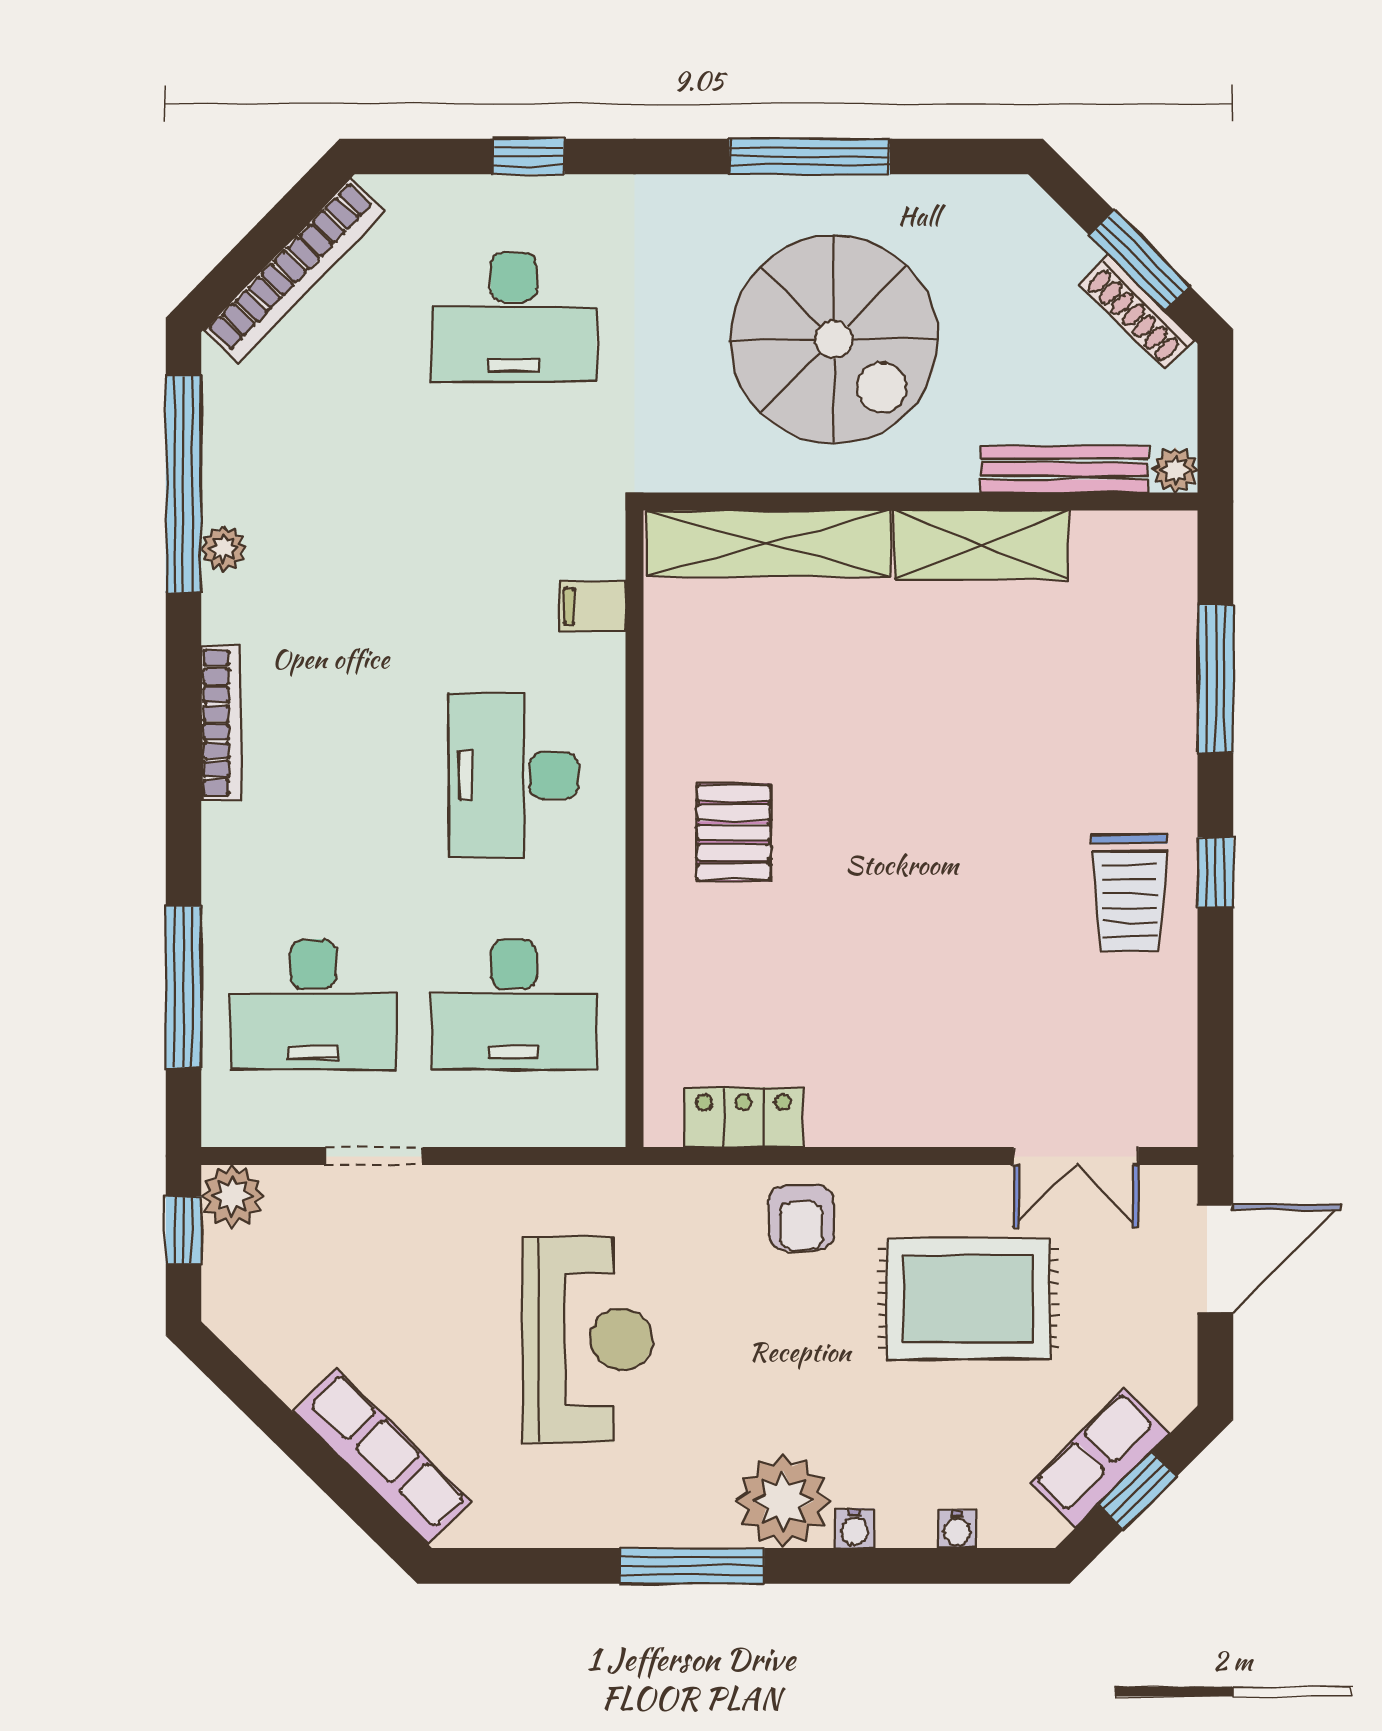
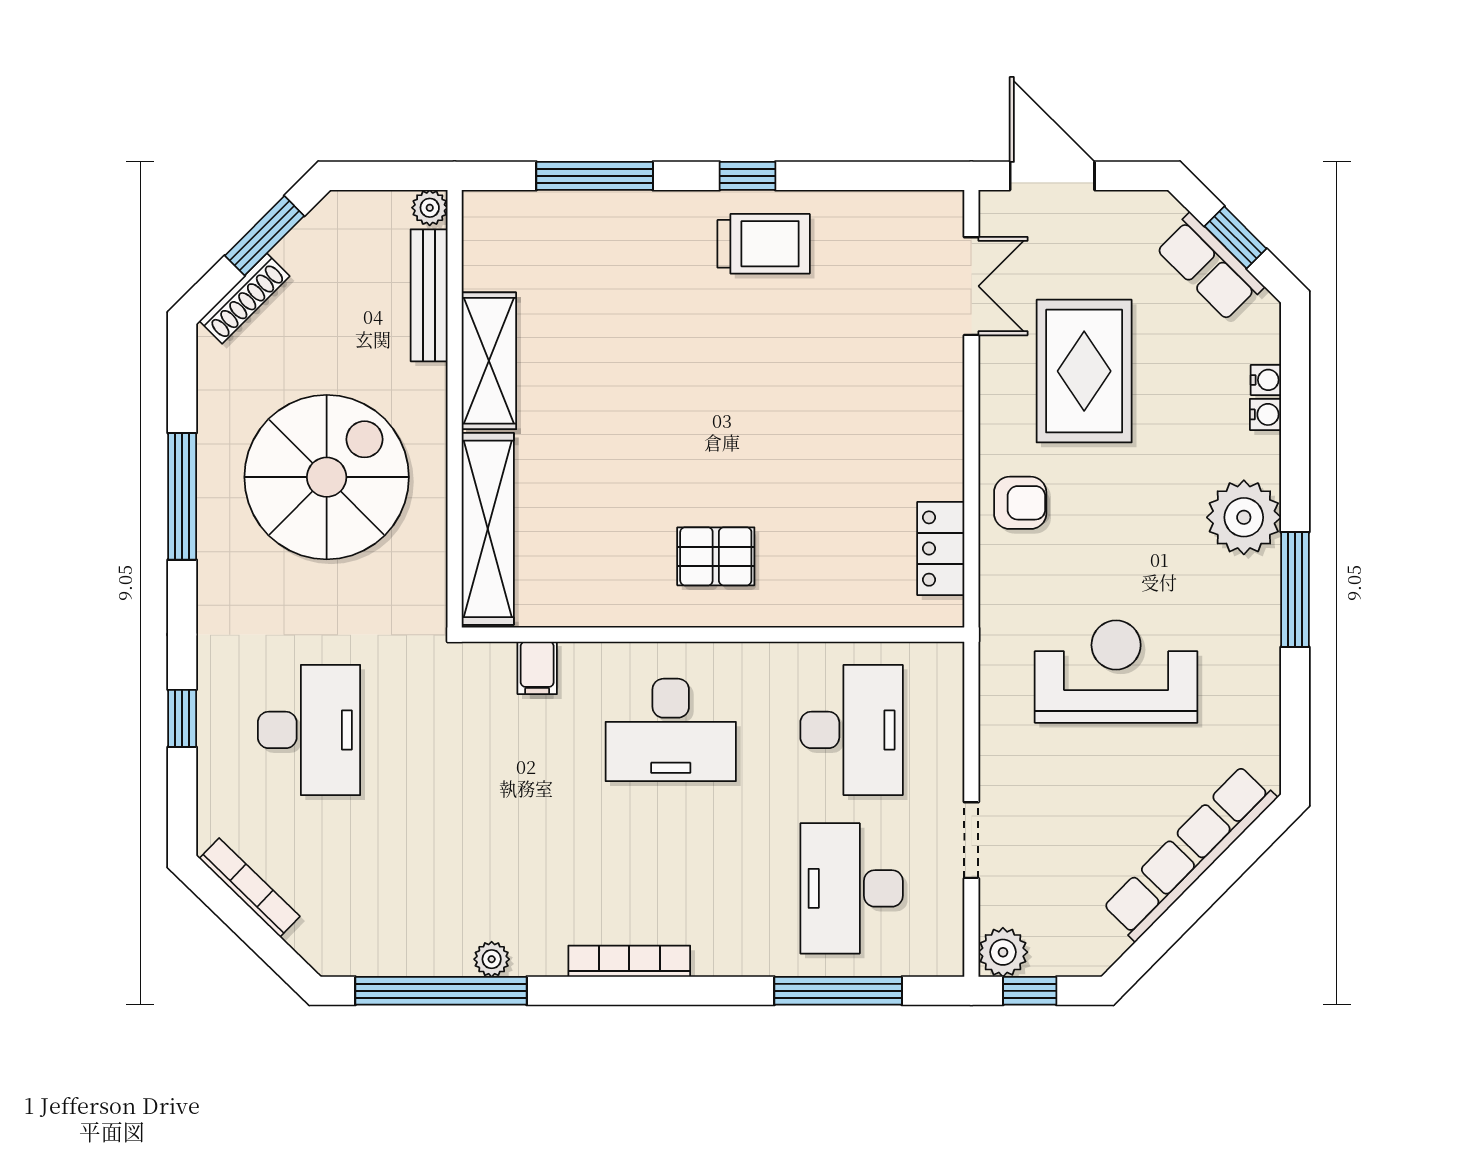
bookcase: (294, 270) -> (250, 887), width x0.68, depth x0.76
shoe rack: (1137, 312) -> (244, 298), moved
desk: (313, 1004) -> (852, 888), turned 180
row of seats: (382, 1457) -> (1190, 853), width x1.36
water cooler: (855, 1528) -> (1265, 414), moved

